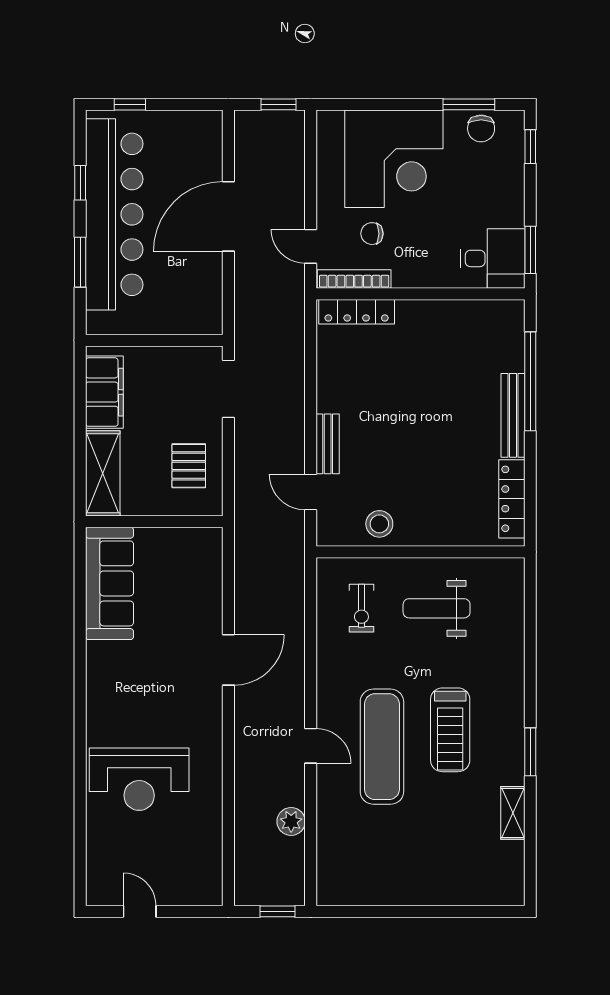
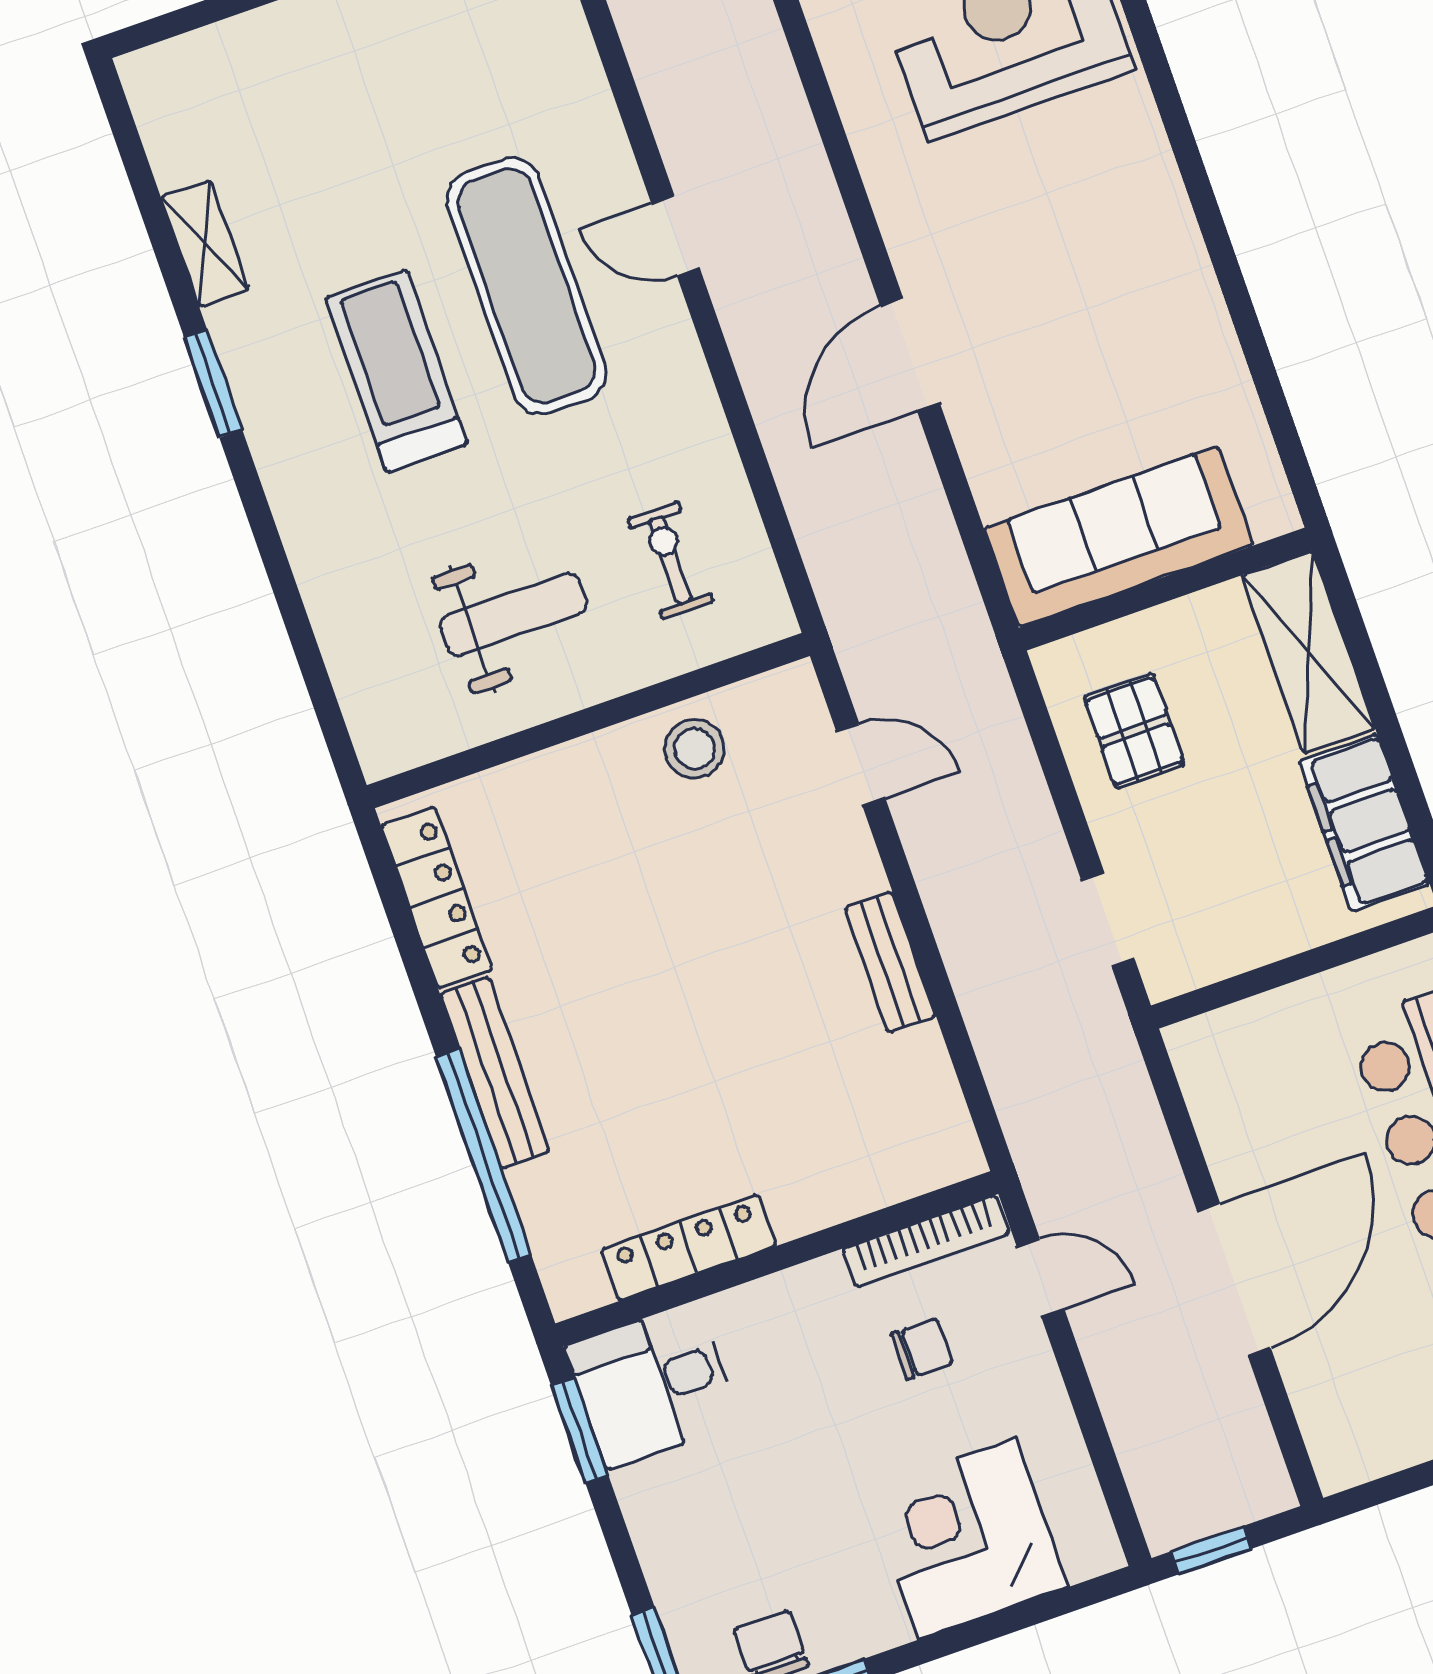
corner desk: (394, 159) -> (967, 1538), width x0.74, depth x0.74
locker: (357, 312) -> (689, 1248), moved
doorway: (228, 389) -> (1108, 920), width x0.73
bench: (328, 444) -> (890, 962), moved
sofa: (110, 583) -> (1119, 537), moved, turned 90
plant: (291, 821) -> (661, 64), removed

